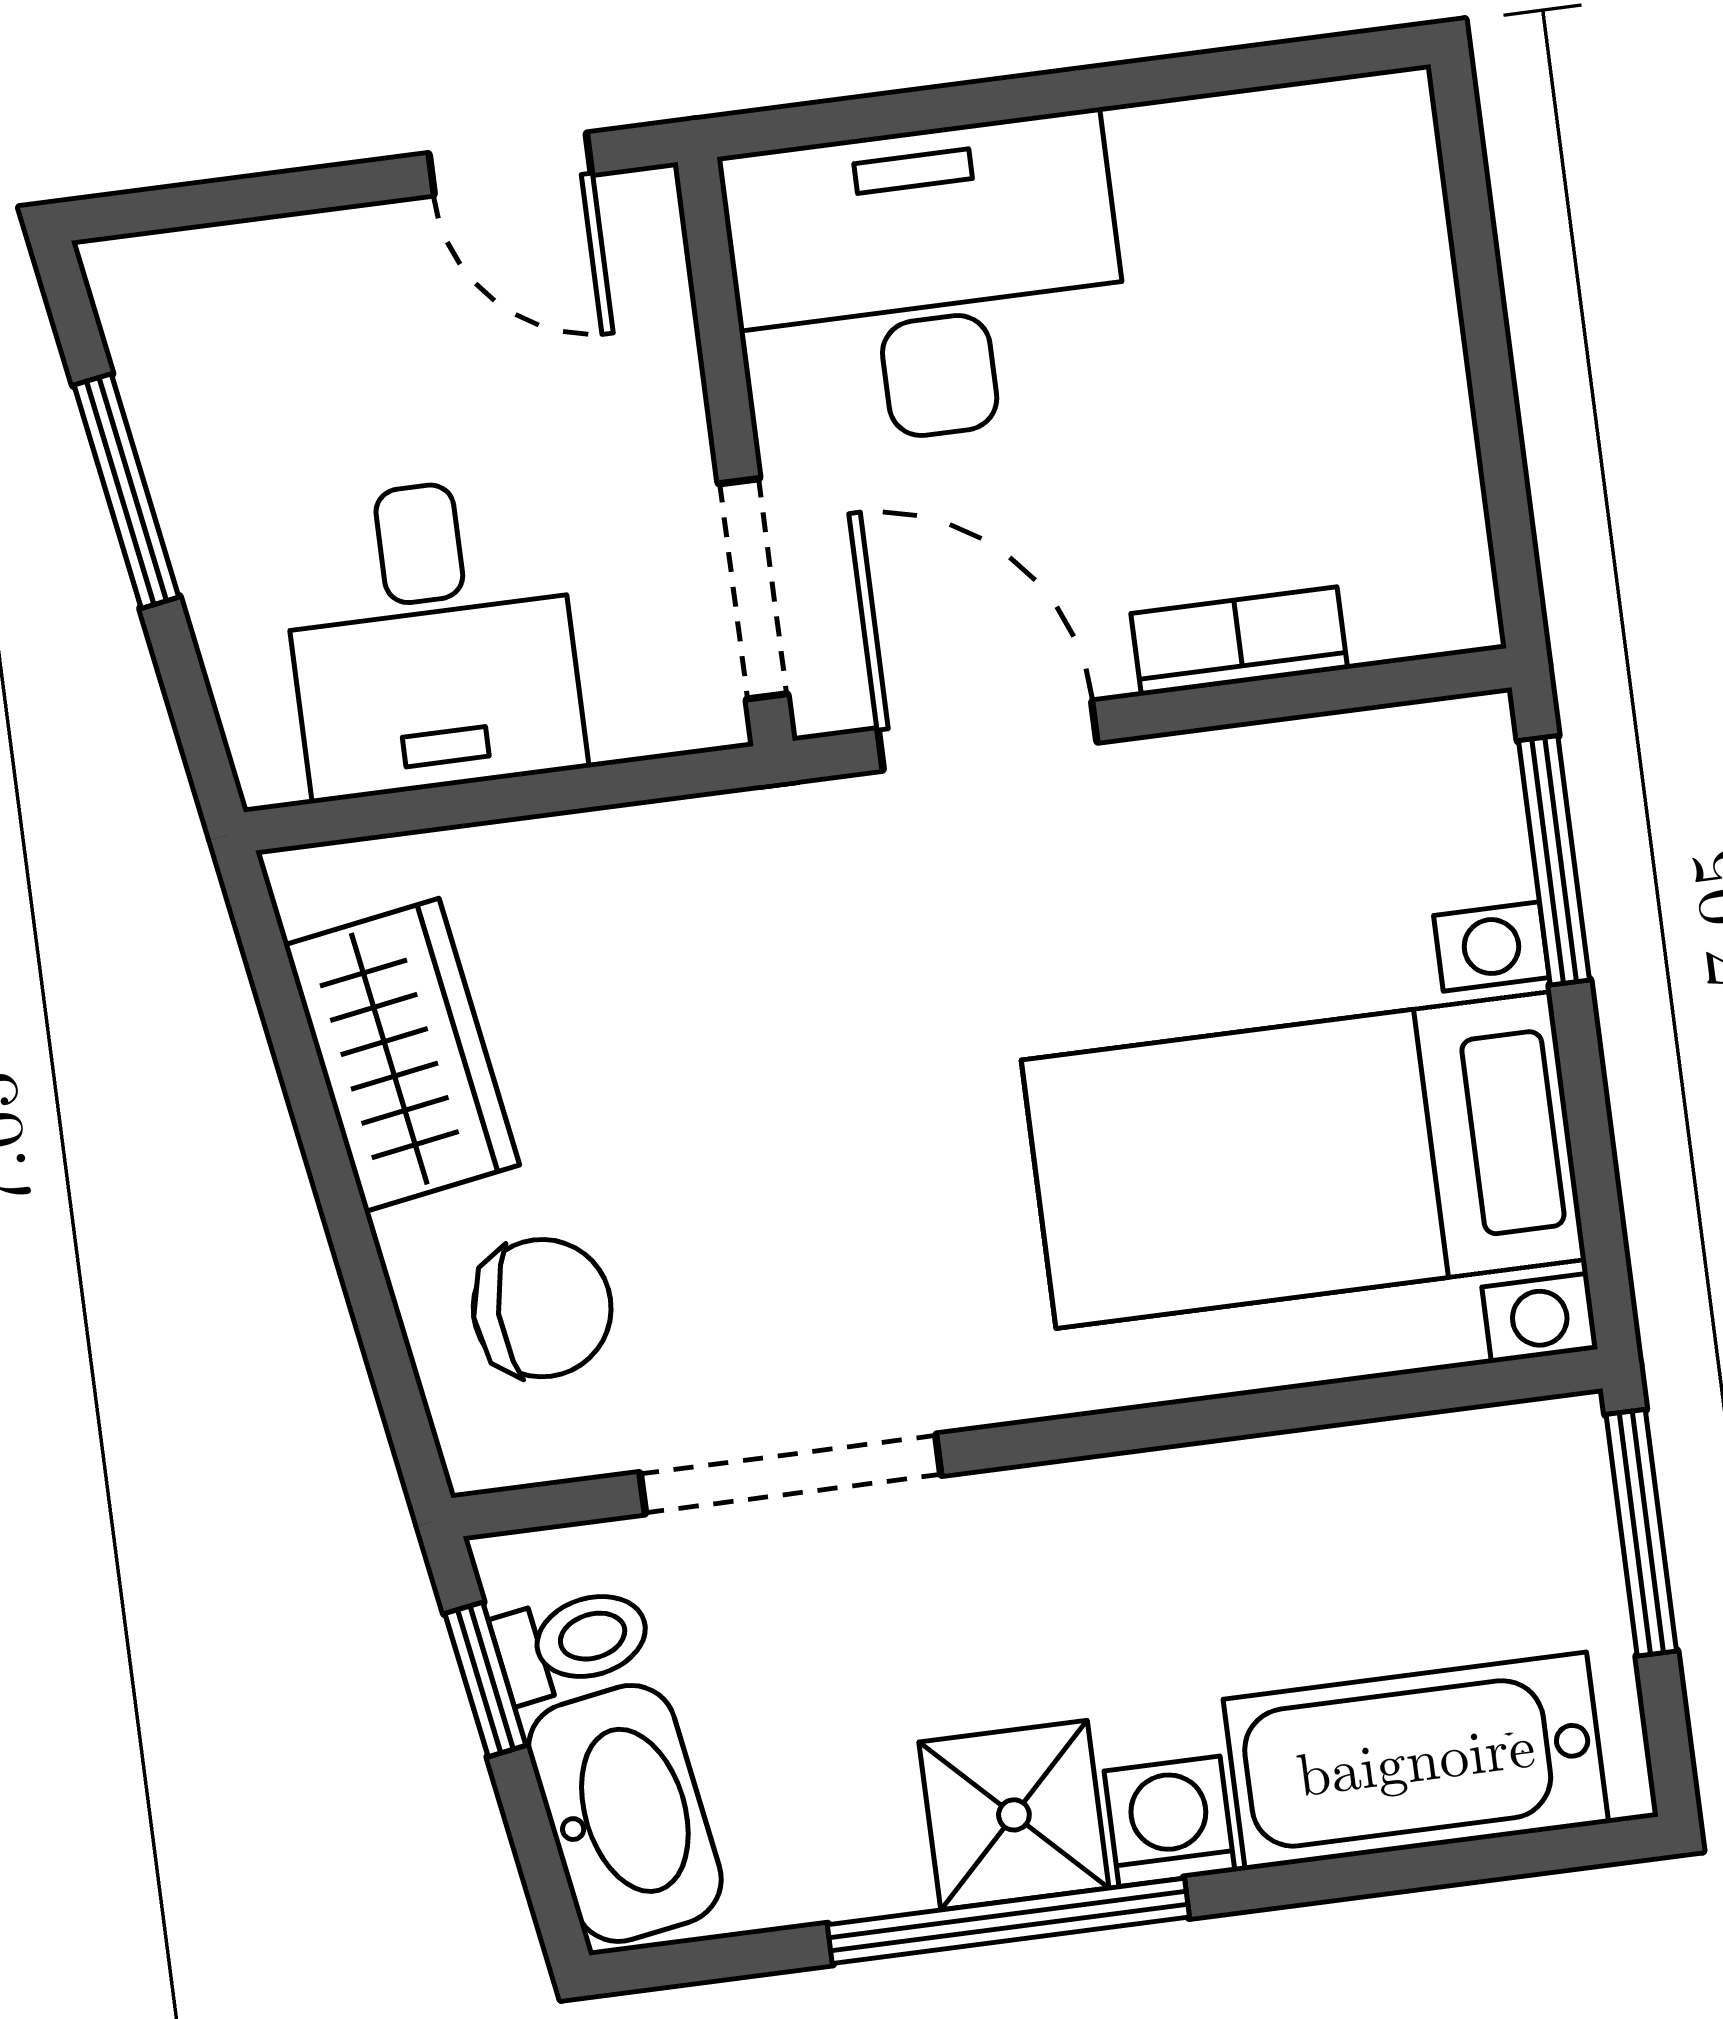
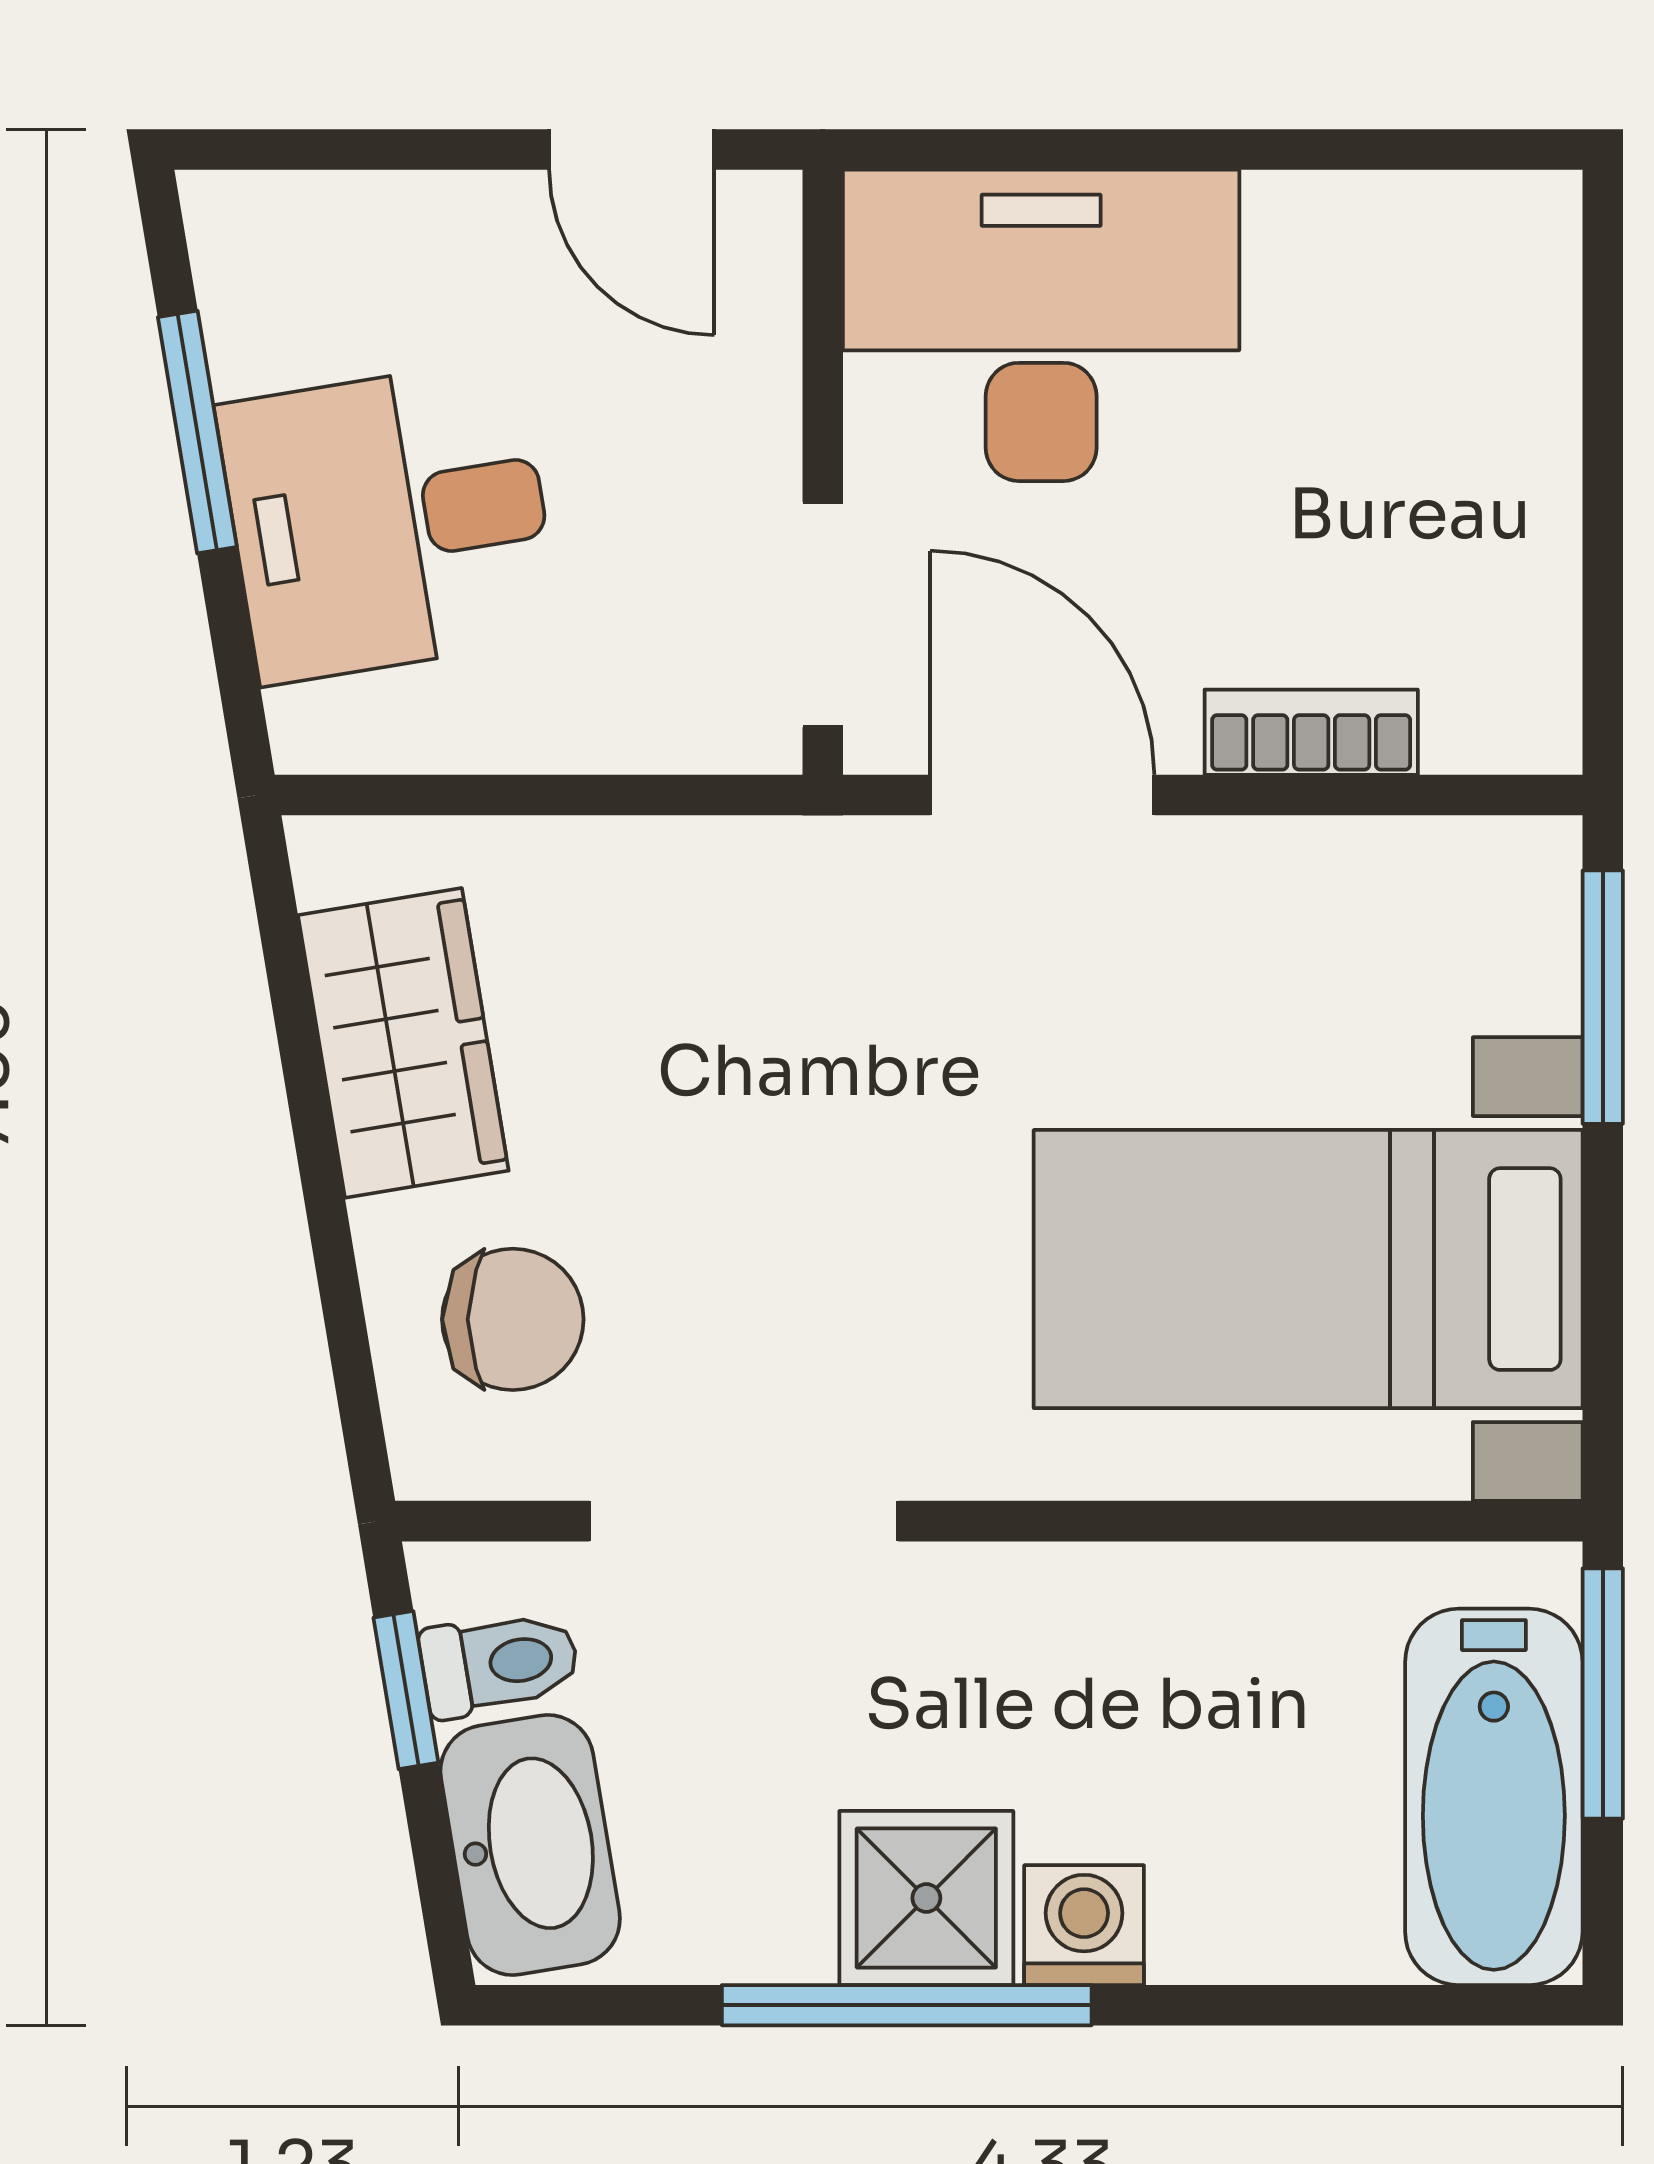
desk: (431, 636) -> (389, 521), moved, turned 81
bathtub: (1416, 1761) -> (1494, 1797), moved, turned -90

